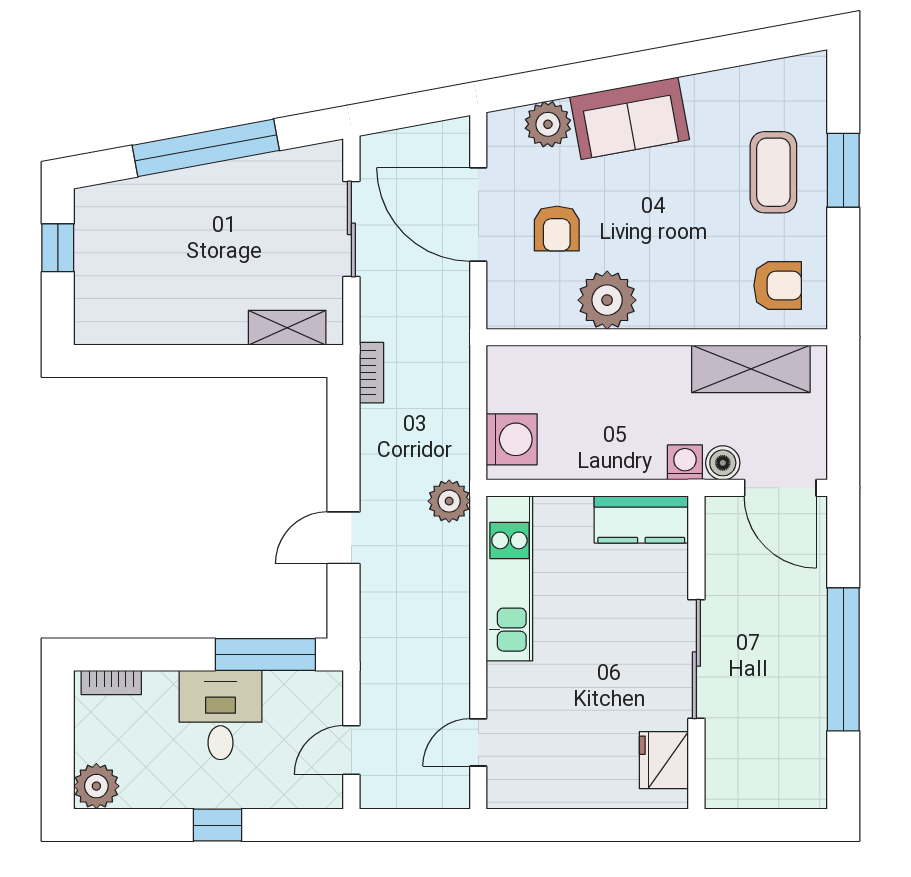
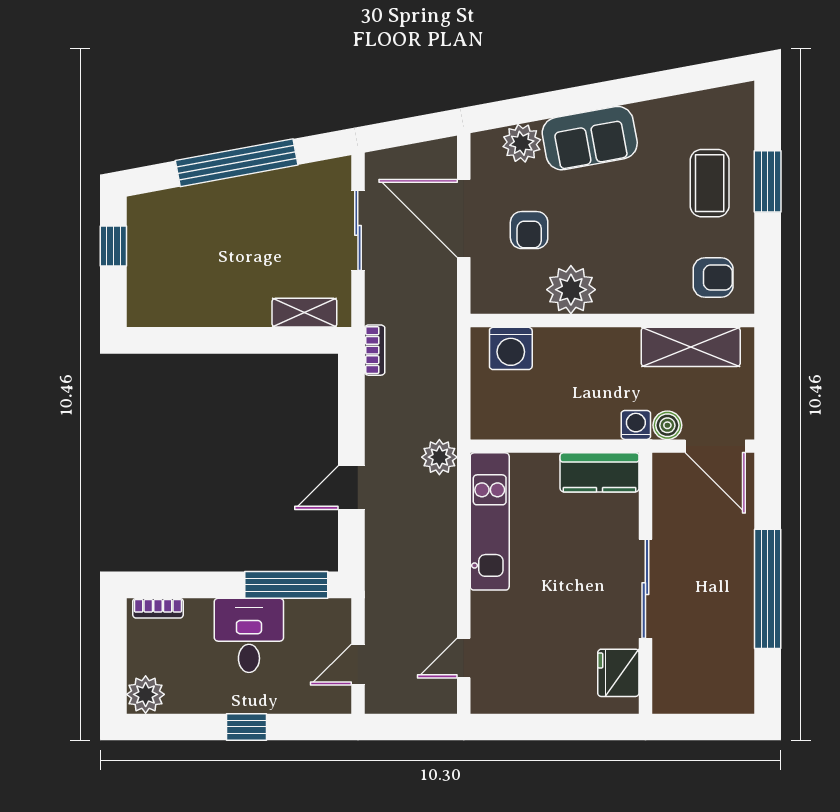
washing machine: (512, 439) -> (511, 348), moved, turned 90

